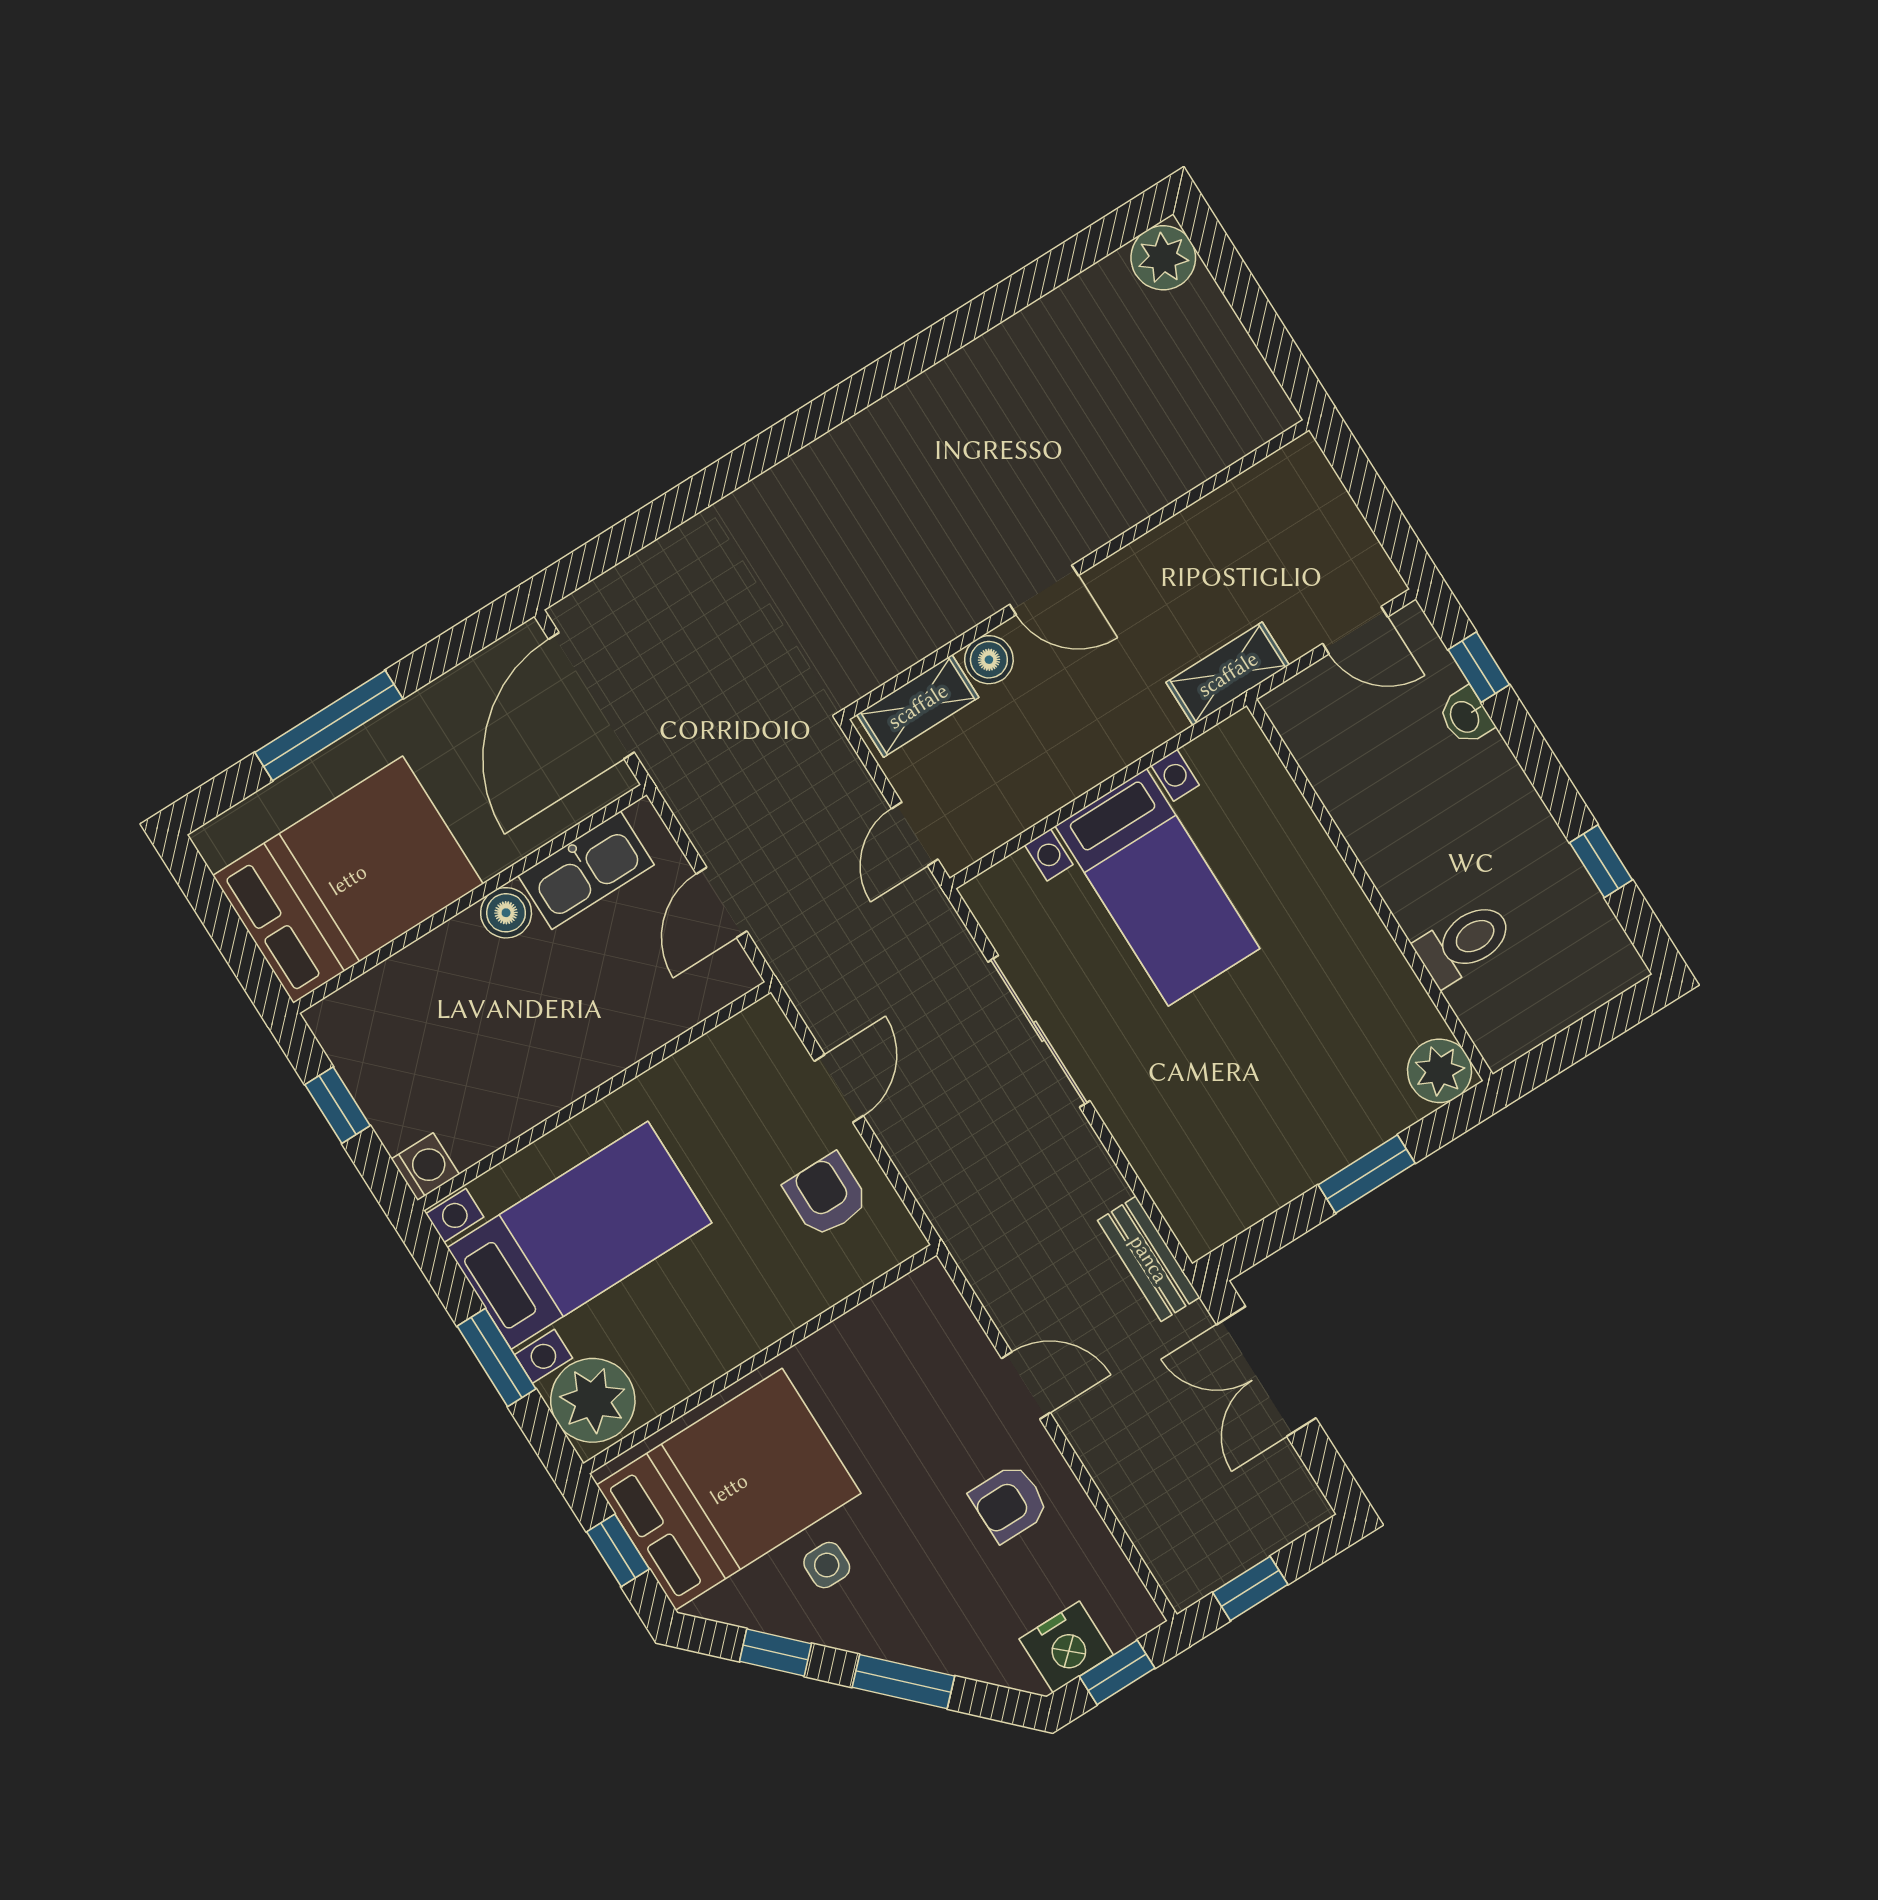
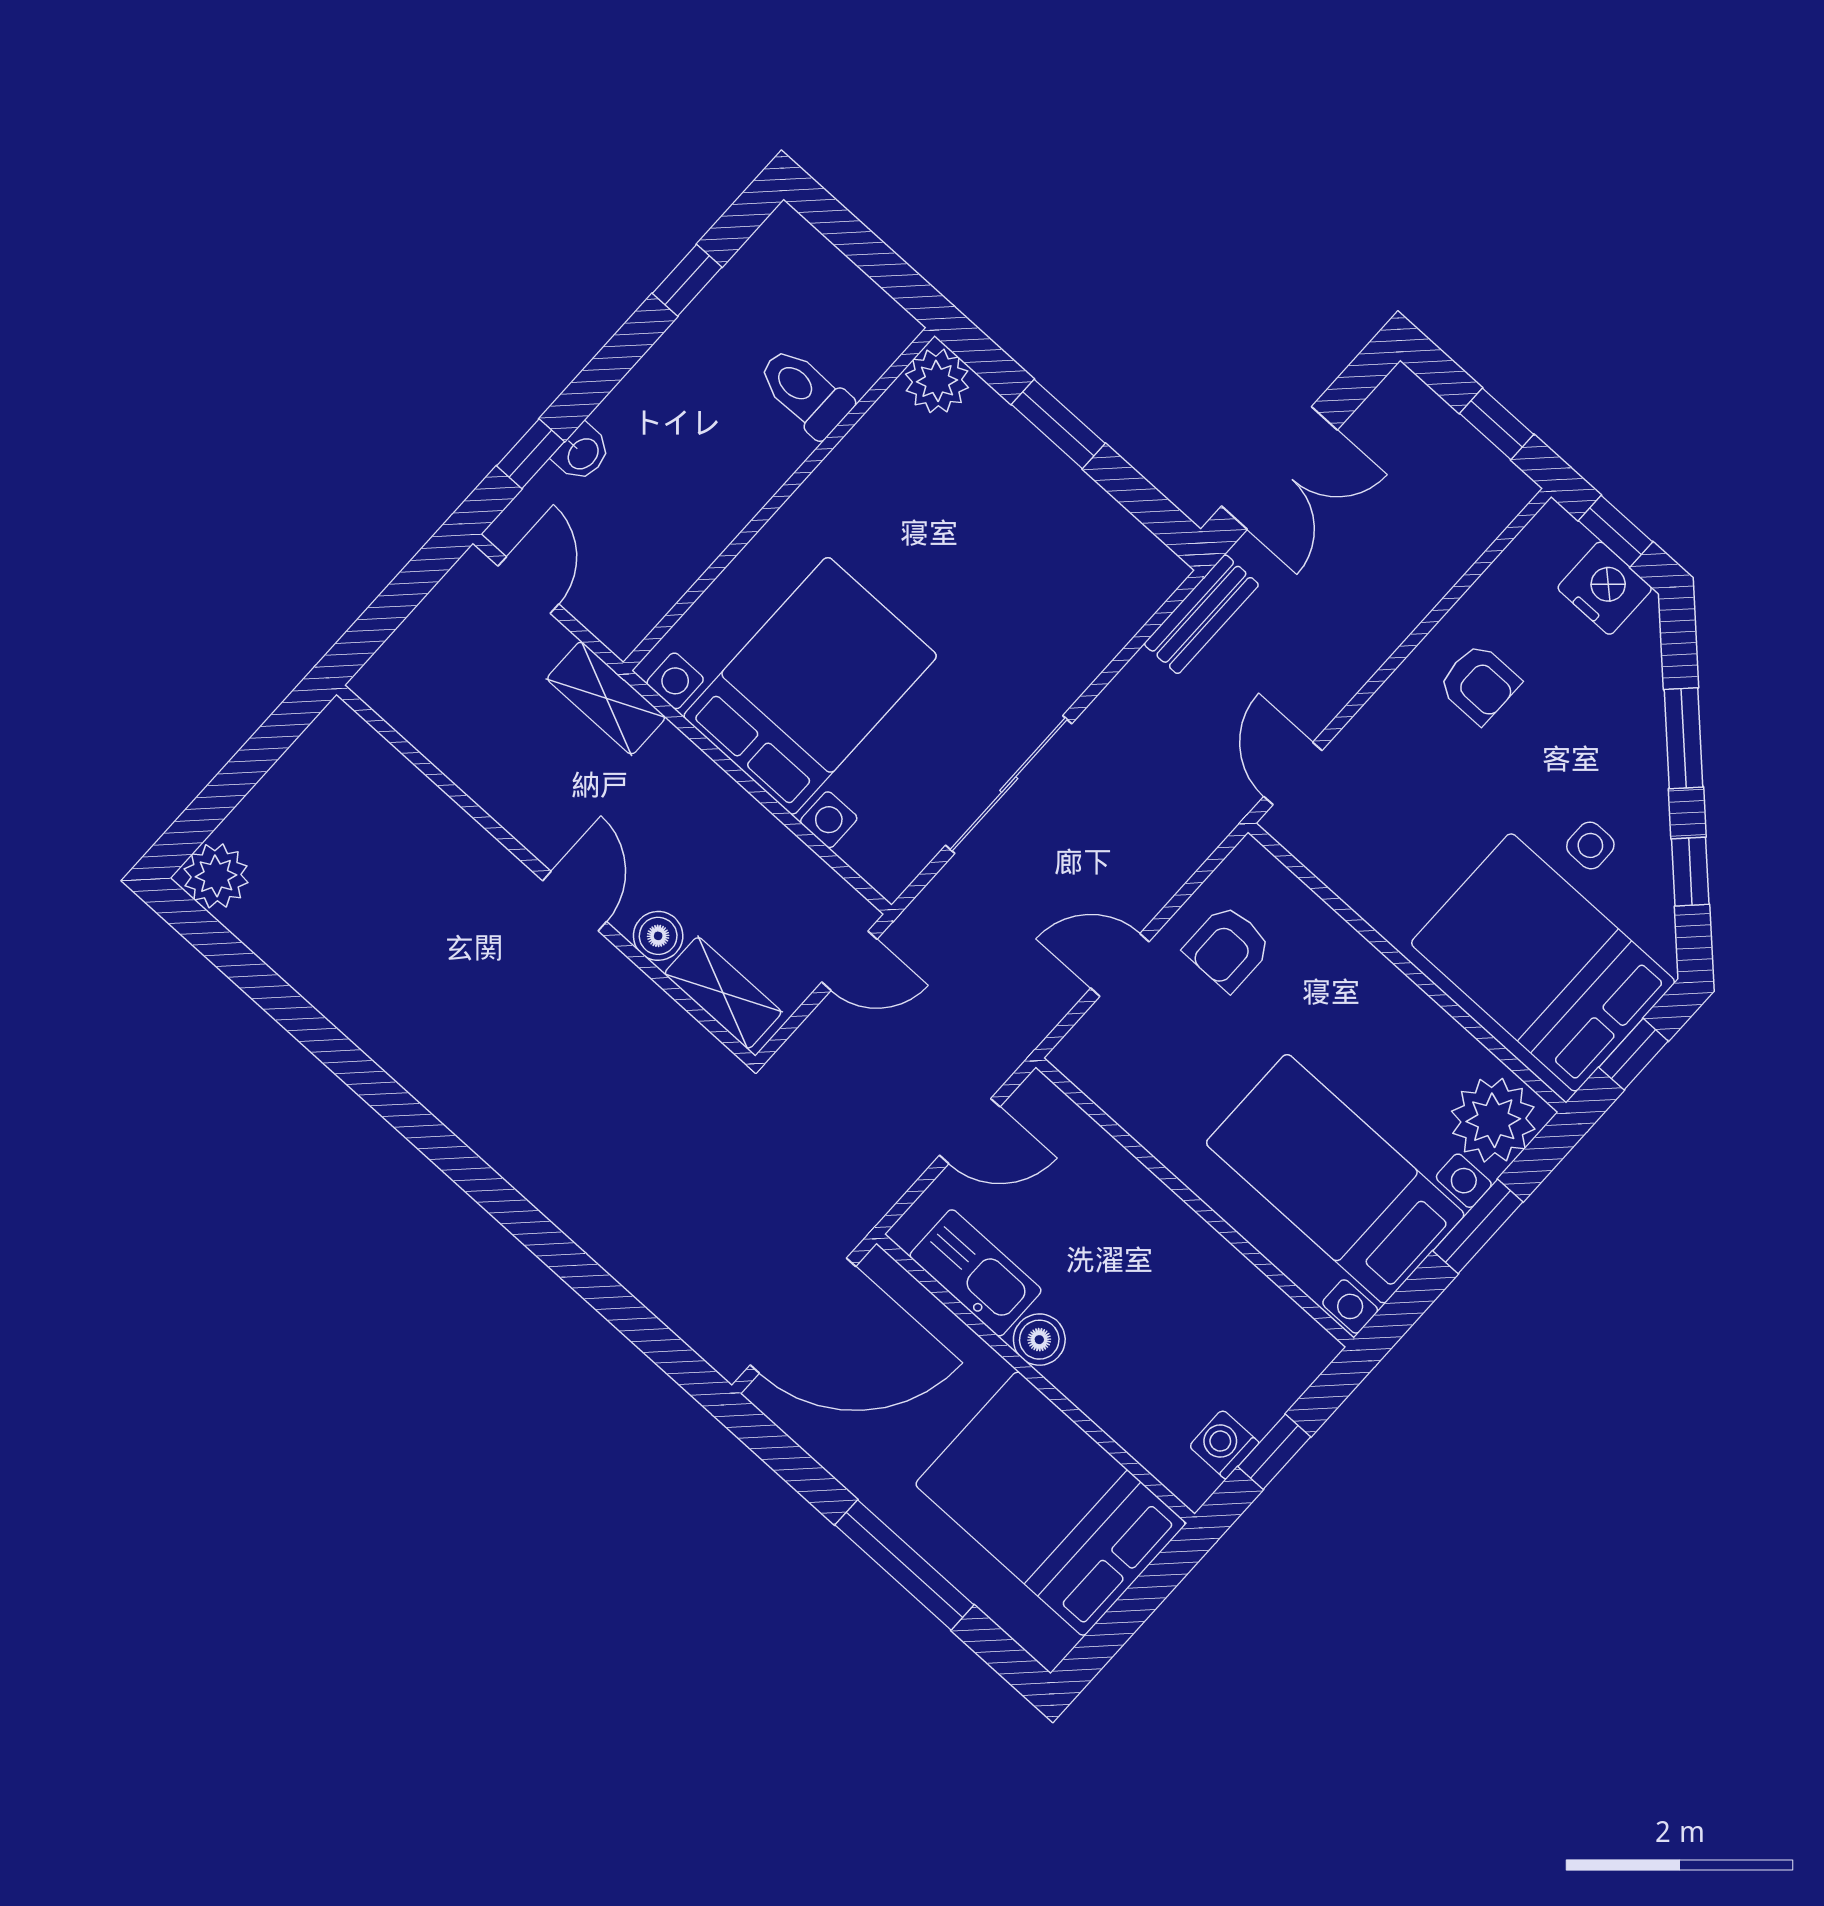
bed with nightstands: (1157, 887) -> (810, 686), width x1.36
washing machine: (425, 1167) -> (1224, 1444), moved
door: (1026, 1386) -> (1293, 773), moved

